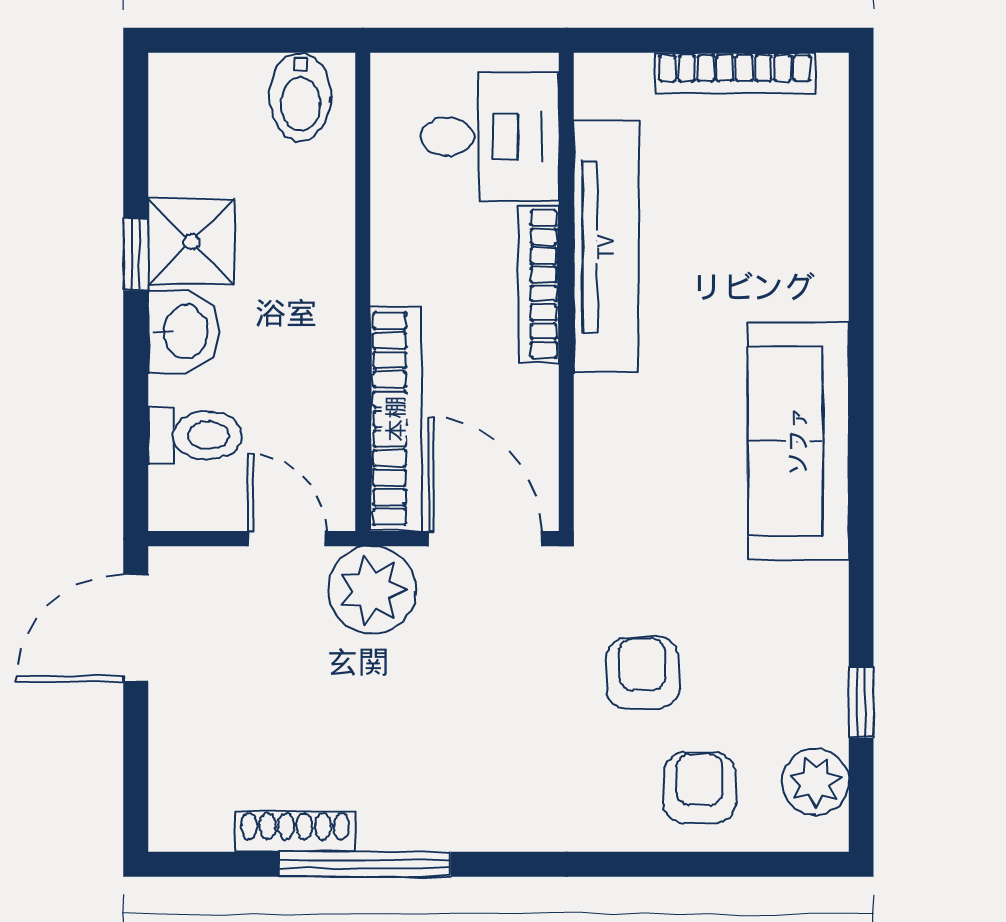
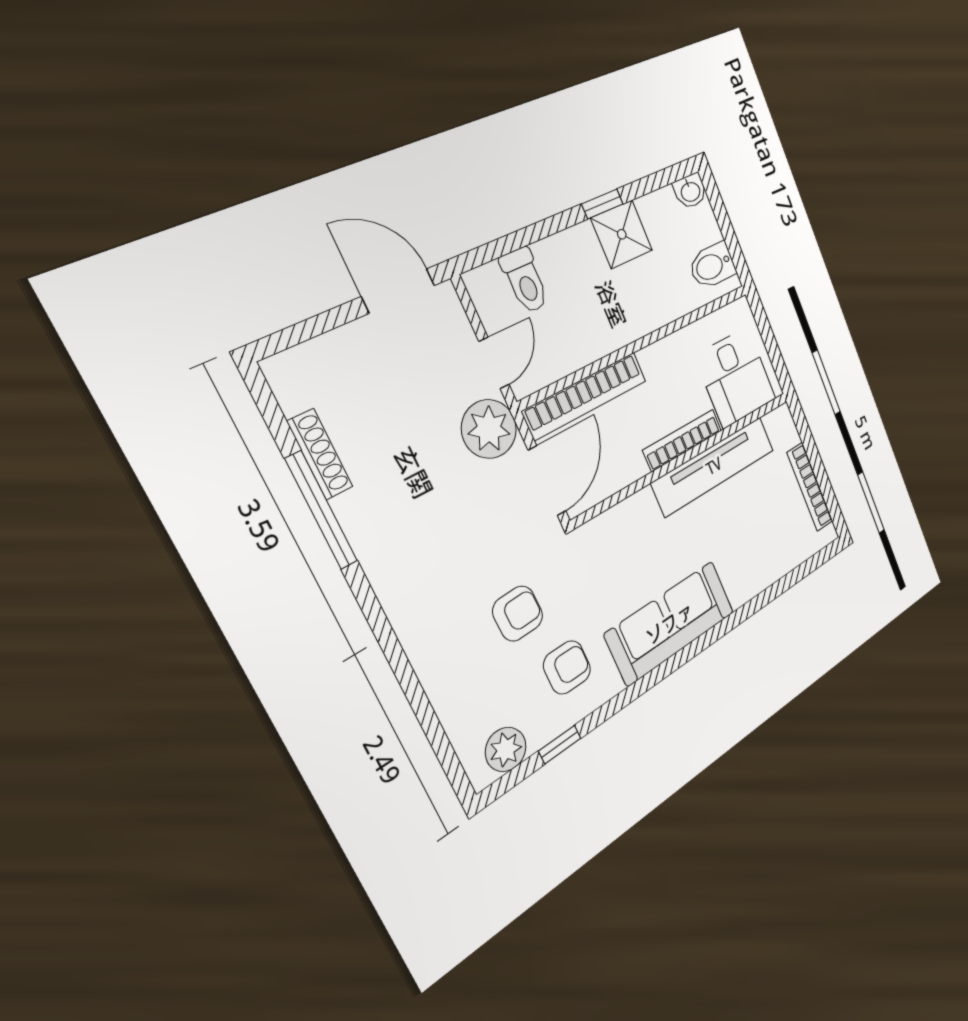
washbasin: (184, 332) -> (690, 191), moved, width x0.72, depth x0.69
armchair: (700, 788) -> (567, 667), moved

